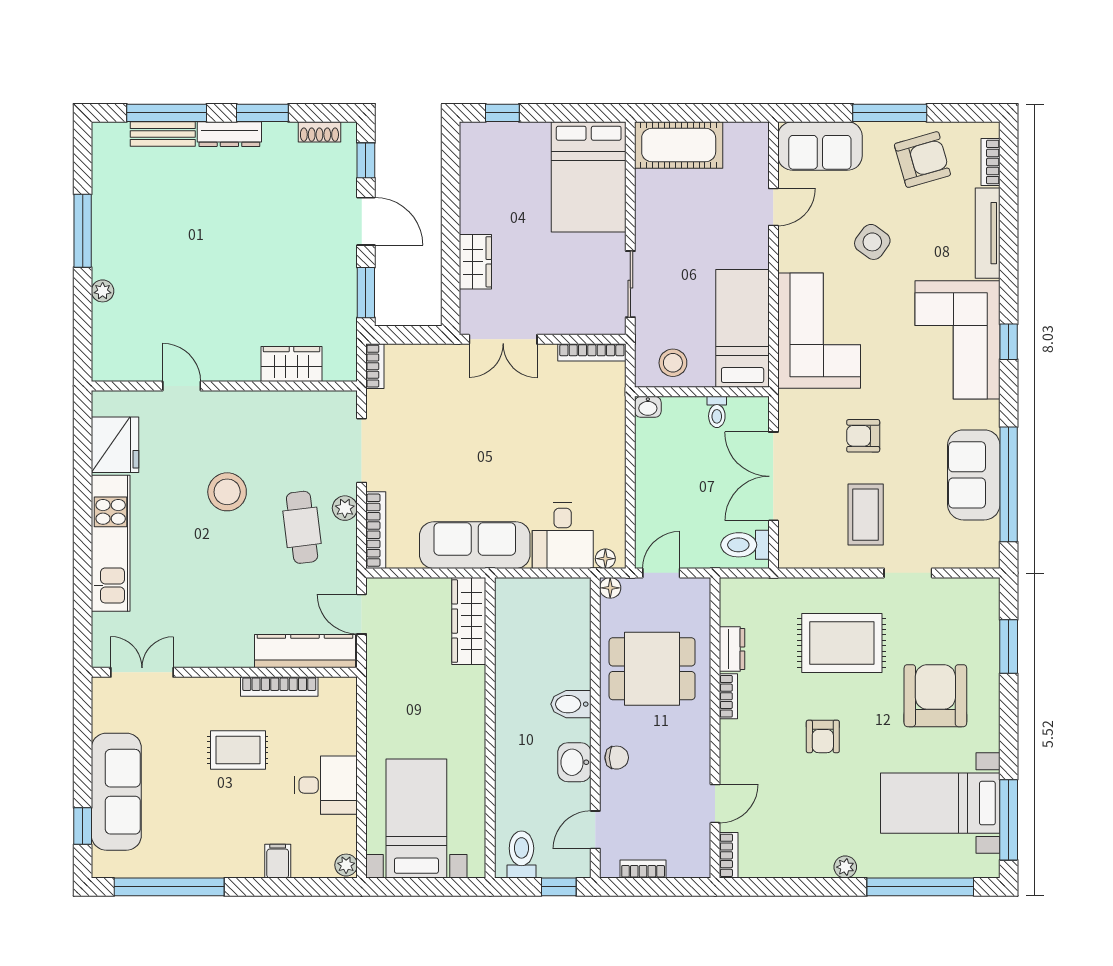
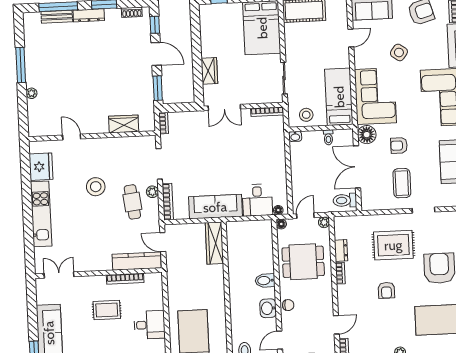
floor lamp: (797, 410) -> (367, 135), added
plant: (699, 589) -> (324, 222), added

